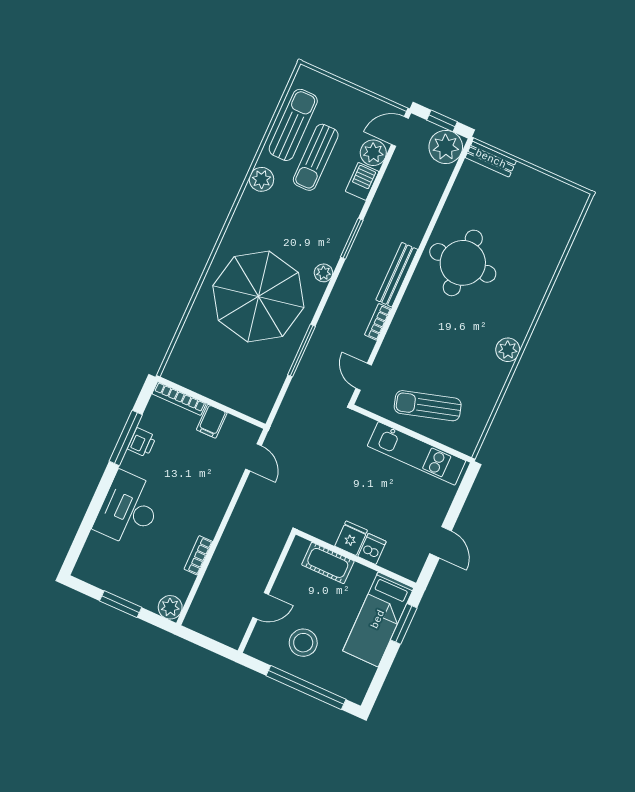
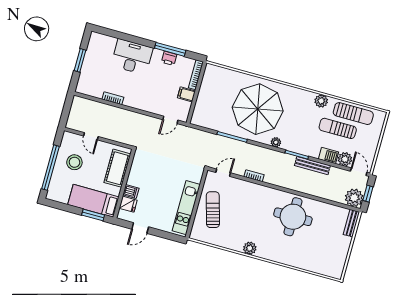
bench: (397, 275) -> (312, 166), moved
fridge: (351, 538) -> (128, 204), moved
cot: (328, 563) -> (117, 168), width x1.37, depth x1.34
plant: (170, 607) -> (82, 87), removed

